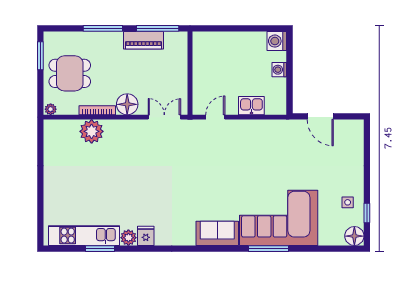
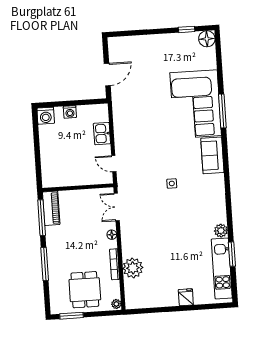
piano: (144, 40) -> (51, 208), moved
floor lamp: (127, 104) -> (112, 235), width x0.53, depth x0.53
side table: (348, 202) -> (172, 183), moved
fridge: (146, 236) -> (186, 297), moved, turned 90

